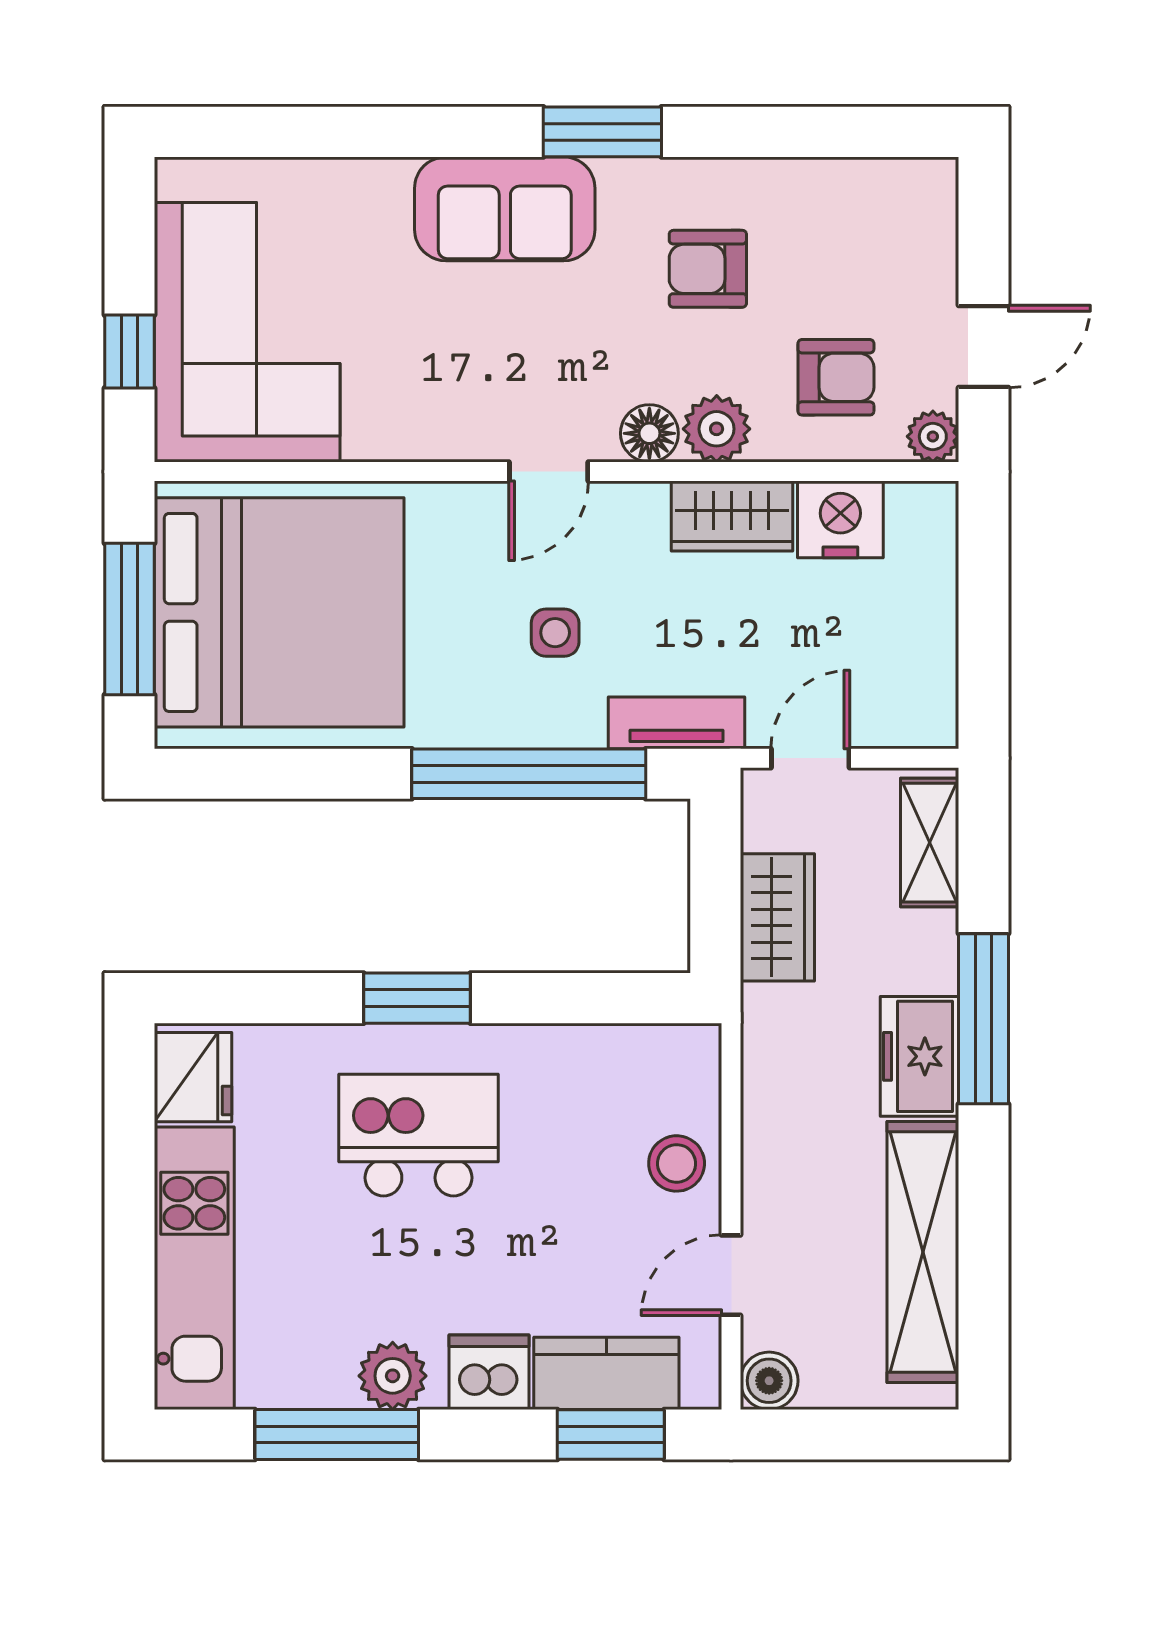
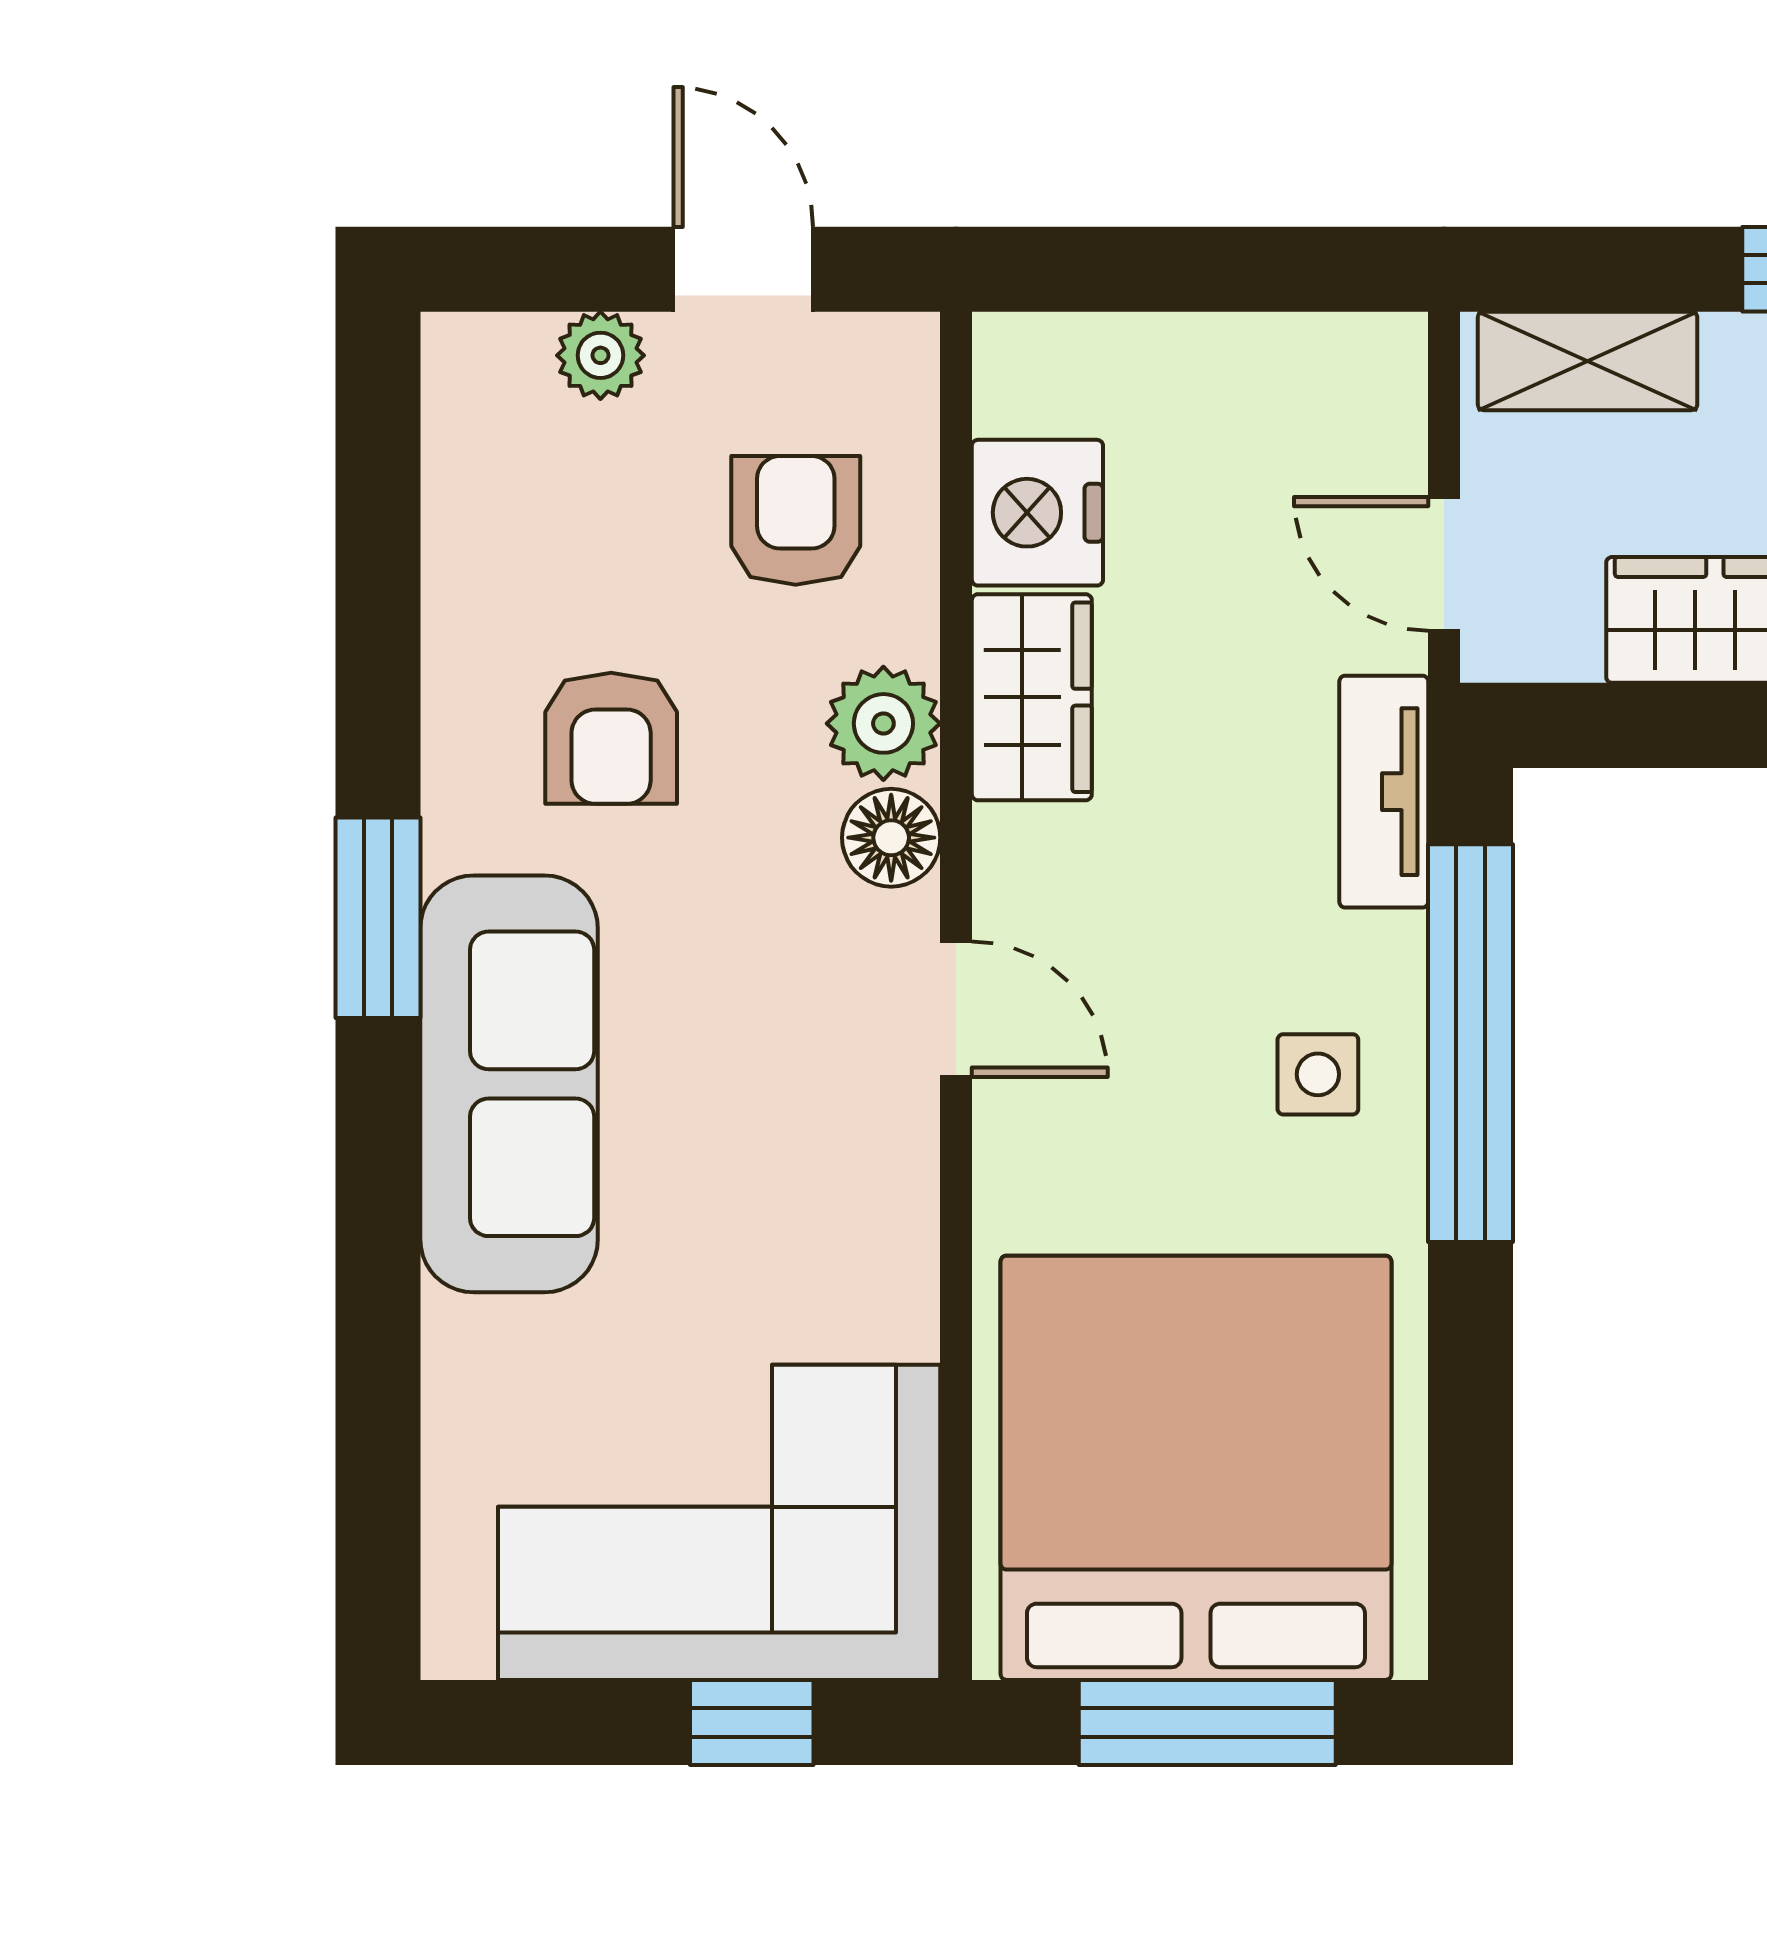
sofa: (505, 209) -> (509, 1084), width x1.36
plant: (933, 436) -> (600, 355), moved
side table: (555, 633) -> (1318, 1074), moved

